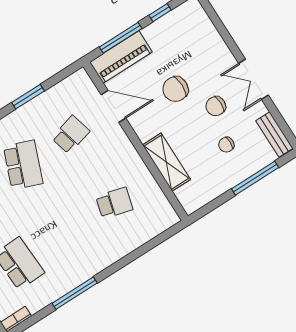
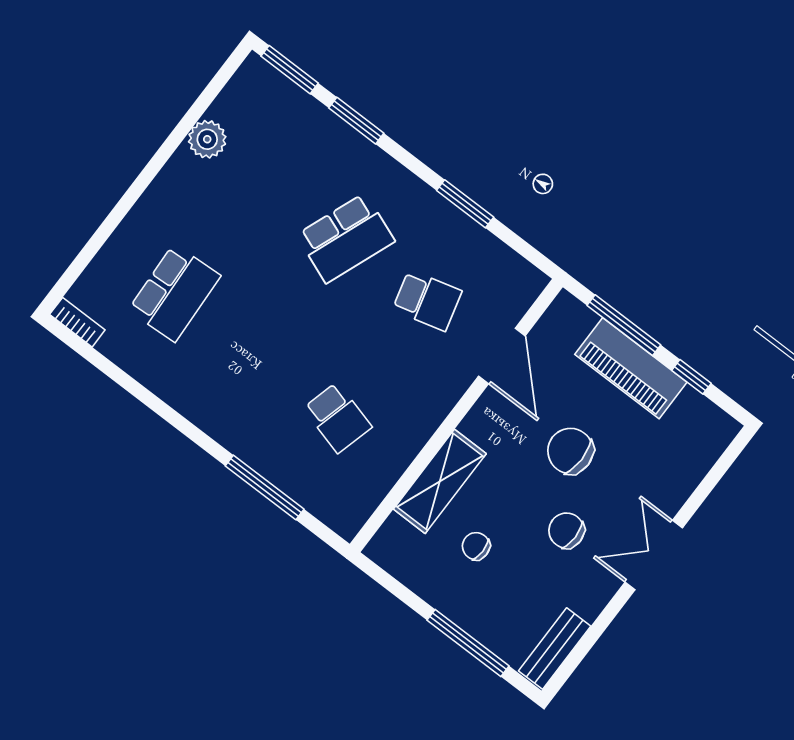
piano: (121, 57) -> (631, 368), moved
double door: (253, 79) -> (654, 555), moved
chair: (226, 145) -> (476, 546), moved
window: (75, 293) -> (265, 487), moved

